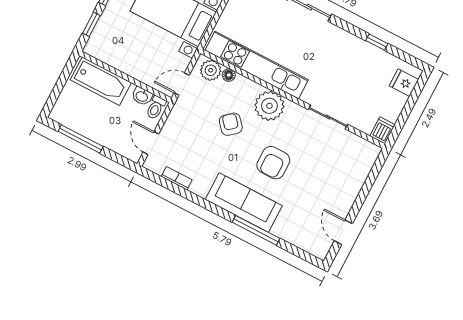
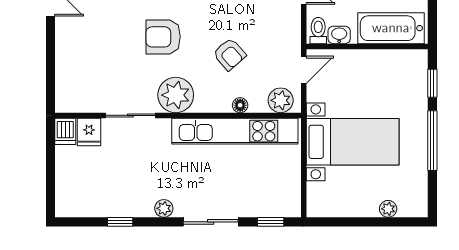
plant: (339, 35) -> (164, 208), added
floor lamp: (229, 75) -> (240, 105), moved
fridge: (404, 83) -> (89, 132), moved, turned 90
plant: (269, 106) -> (176, 95), moved
armchair: (273, 163) -> (163, 37), turned -90

